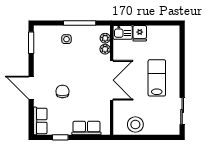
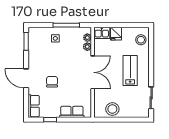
stool: (170, 41) -> (141, 40), added

